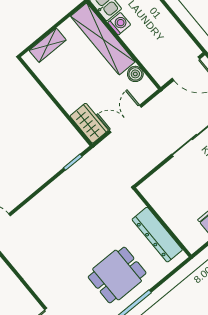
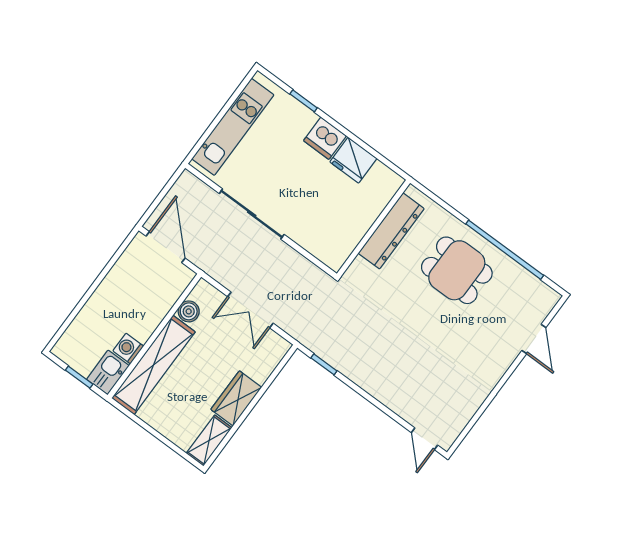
shelving: (48, 45) -> (209, 440), moved, turned 90
wardrobe: (89, 123) -> (236, 398), moved

